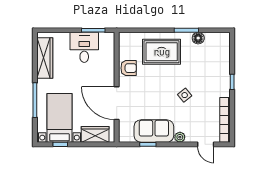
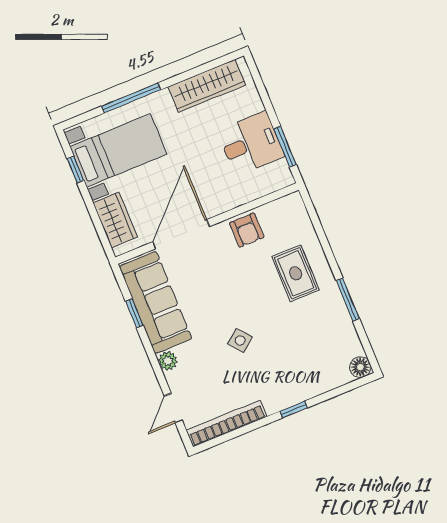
floor lamp: (198, 38) -> (360, 367), moved
rug: (162, 52) -> (296, 273), width x0.73, depth x0.70
sofa: (154, 131) -> (155, 302), width x1.36

